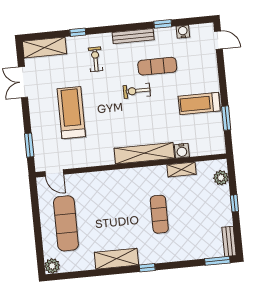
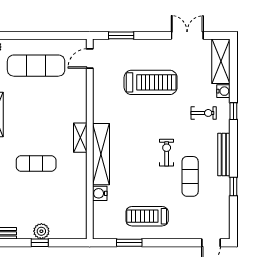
window: (78, 32) -> (233, 111), moved
water cooler: (183, 32) -> (223, 91), moved
treadmill: (199, 104) -> (147, 216), turned -90
shelving: (182, 170) -> (80, 138), moved
plant: (221, 178) -> (41, 231), moved

